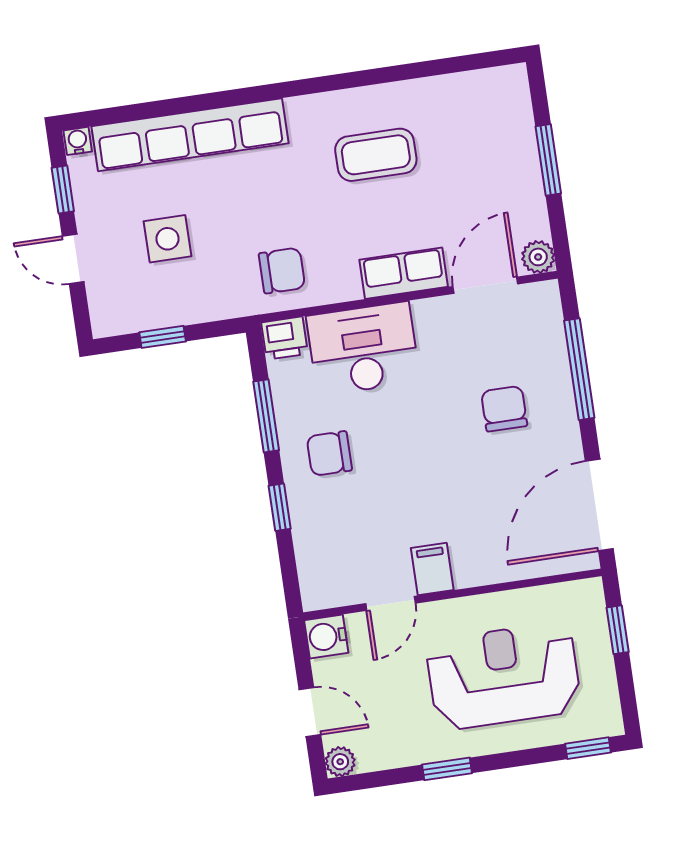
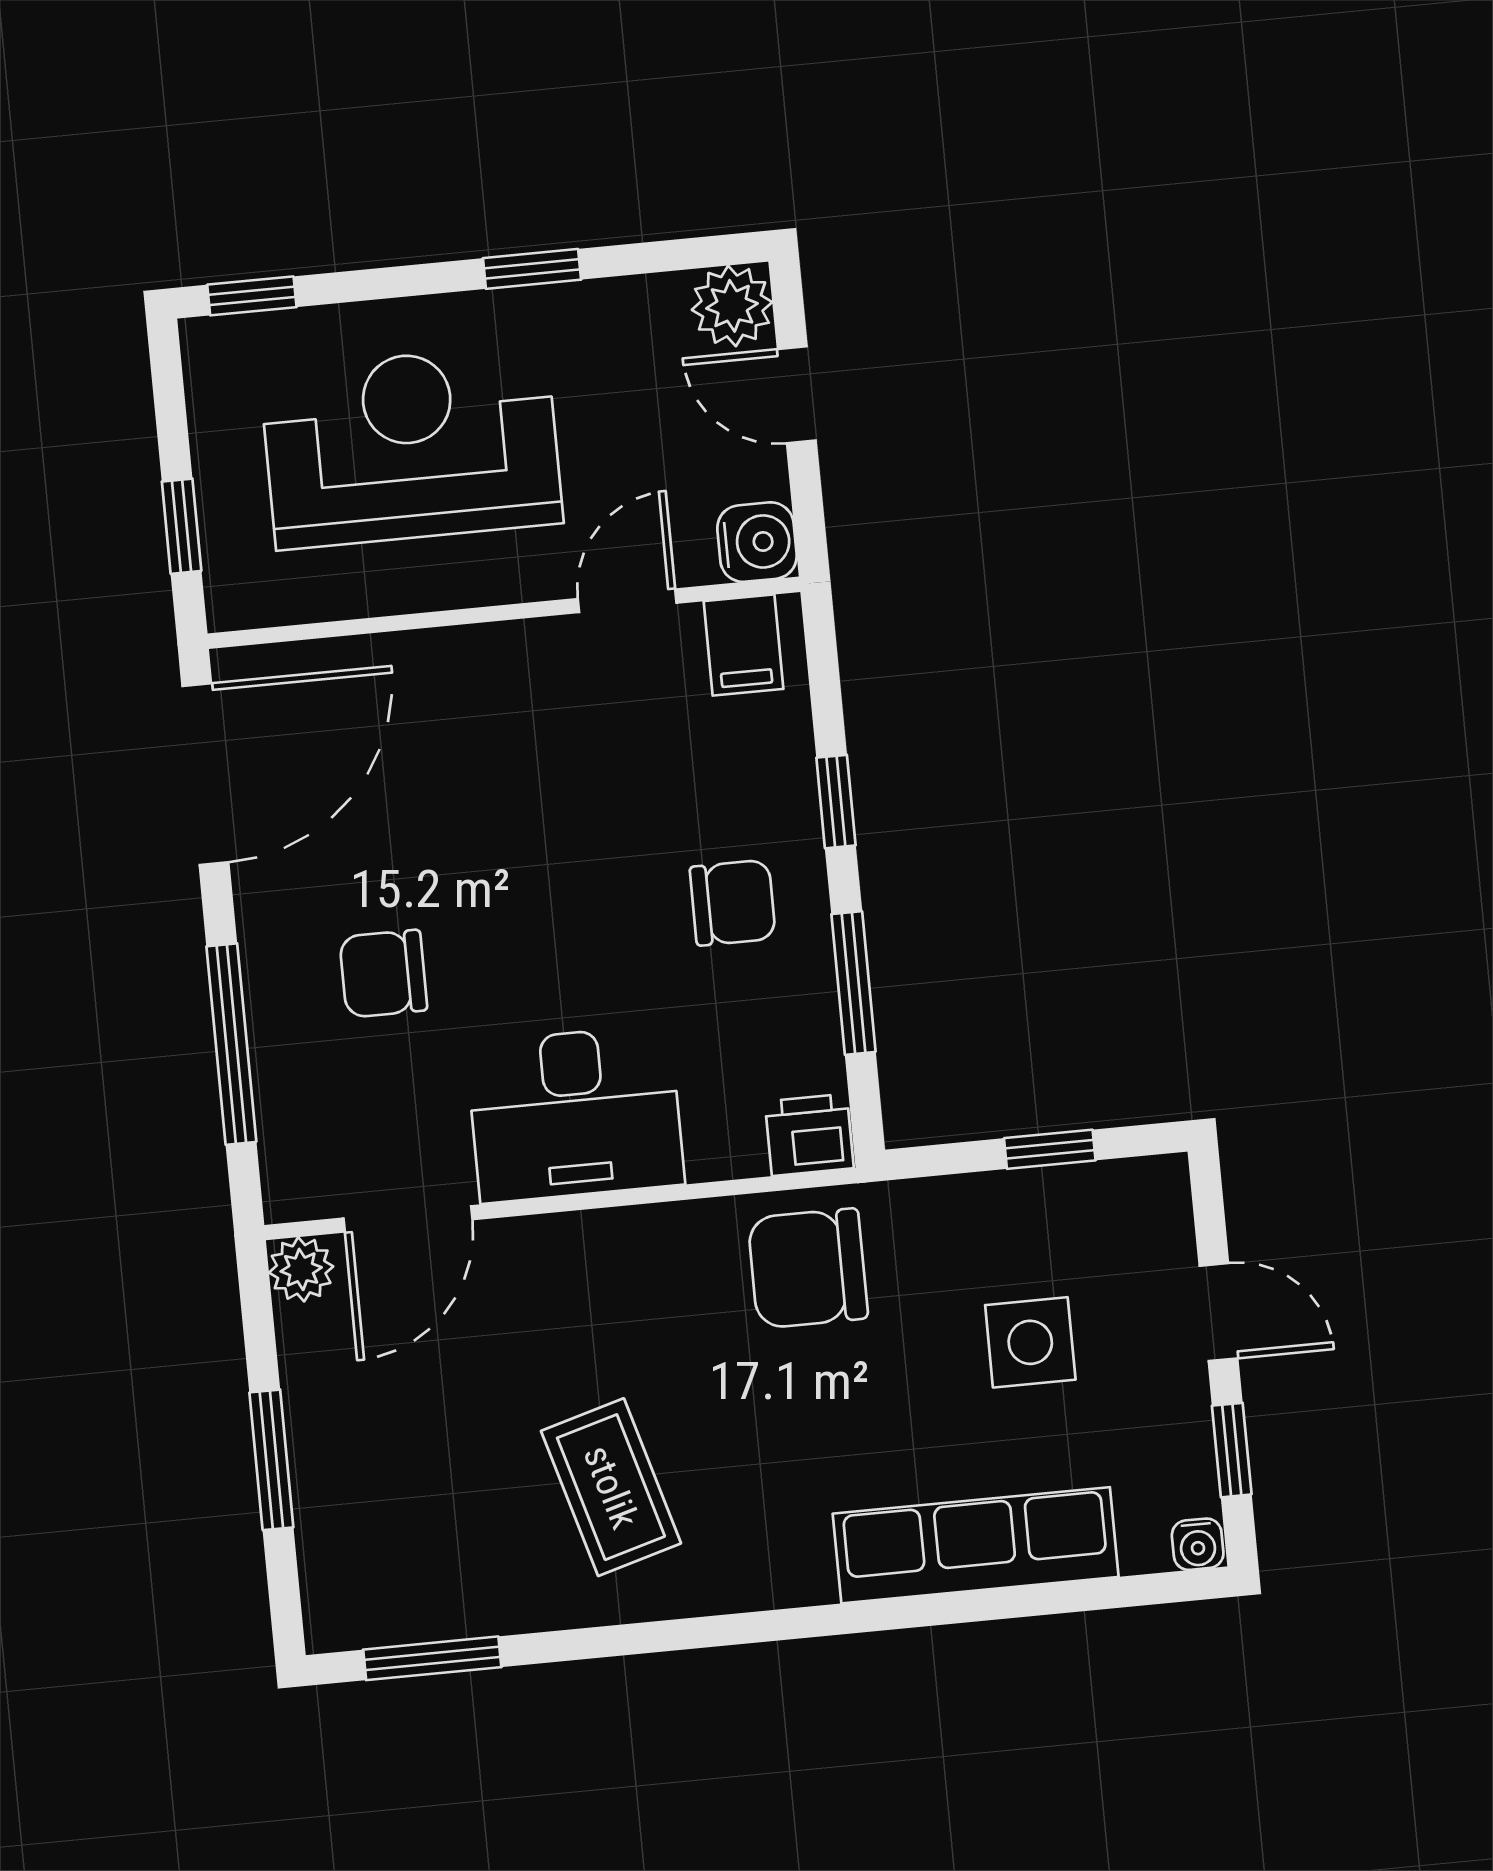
window: (462, 64) -> (432, 1658), added
row of seats: (190, 135) -> (976, 1545), width x0.73
coffee table: (376, 155) -> (611, 1487), turned 74
chair: (282, 271) -> (808, 1268), width x1.37, depth x1.37
row of seats: (404, 273) -> (568, 1251), removed
desk: (363, 349) -> (575, 1114), moved
chair: (504, 409) -> (383, 974), turned 90
filing cabinet: (432, 569) -> (743, 645), moved
reception desk: (504, 676) -> (411, 447), turned 180
plant: (340, 762) -> (732, 306), width x1.38, depth x1.38

